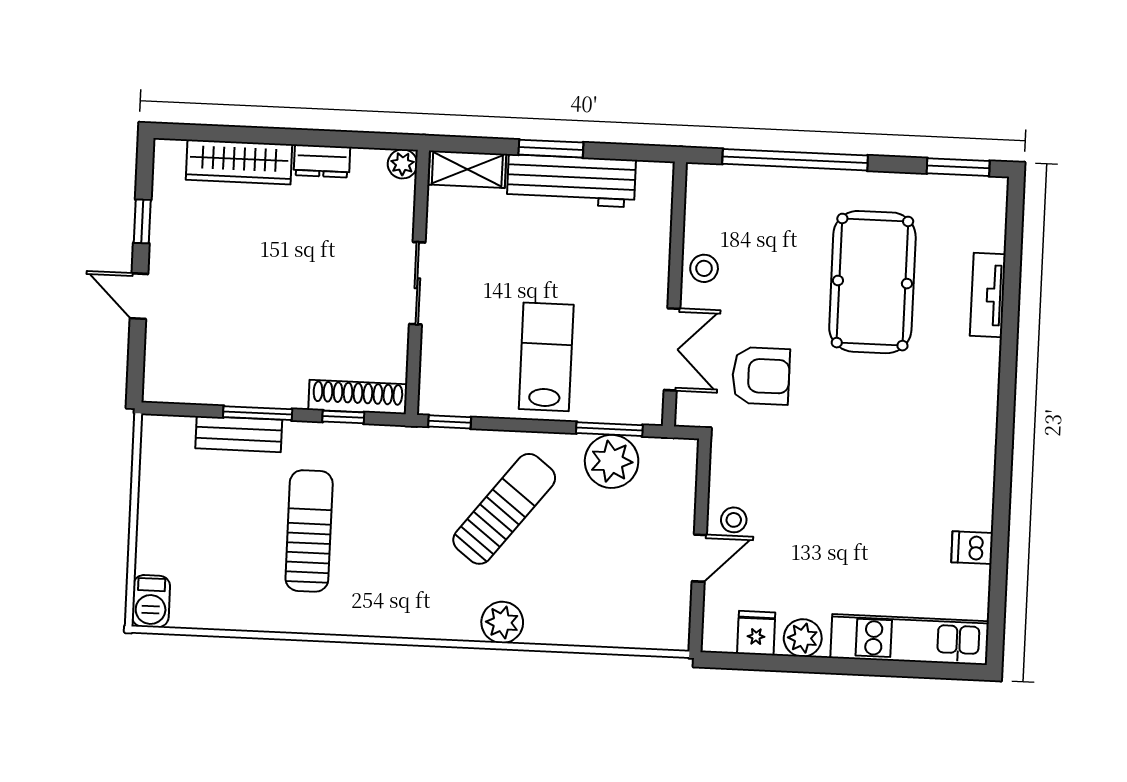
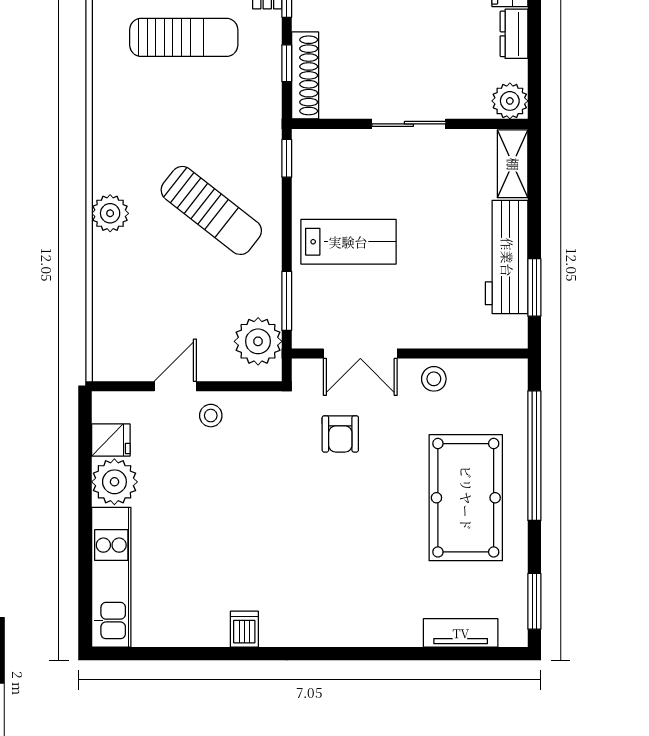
window: (551, 149) -> (534, 287), moved
plant: (403, 164) -> (510, 101), width x1.38, depth x1.38
pool table: (872, 282) -> (466, 498), moved, turned 90
tv unit: (988, 295) -> (461, 633), moved
armchair: (761, 376) -> (340, 434), width x0.72, depth x0.72
plant: (612, 461) -> (258, 341), moved
dishwasher: (972, 548) -> (244, 629), moved
door: (699, 558) -> (175, 386), swing flipped
plant: (803, 638) -> (114, 482), width x1.36, depth x1.36

